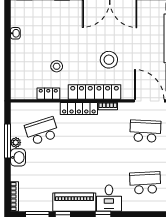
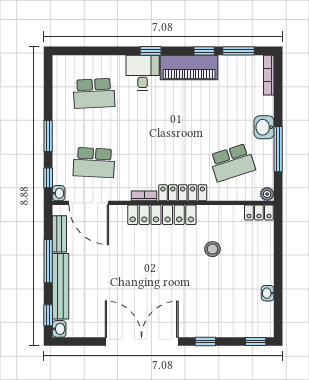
stool: (109, 60) -> (143, 258), removed
locker: (48, 94) -> (259, 213), moved
plant: (16, 143) -> (267, 194), moved

